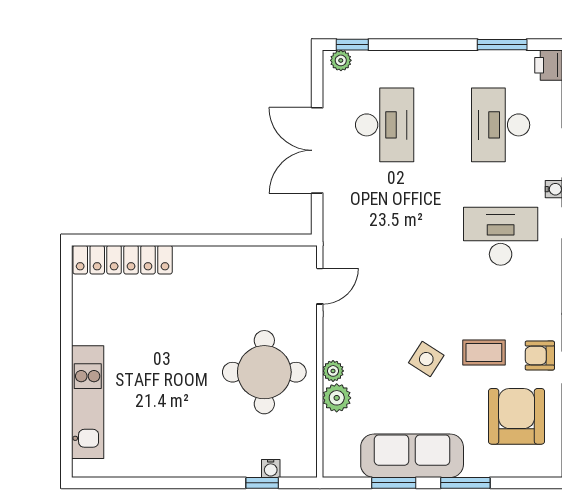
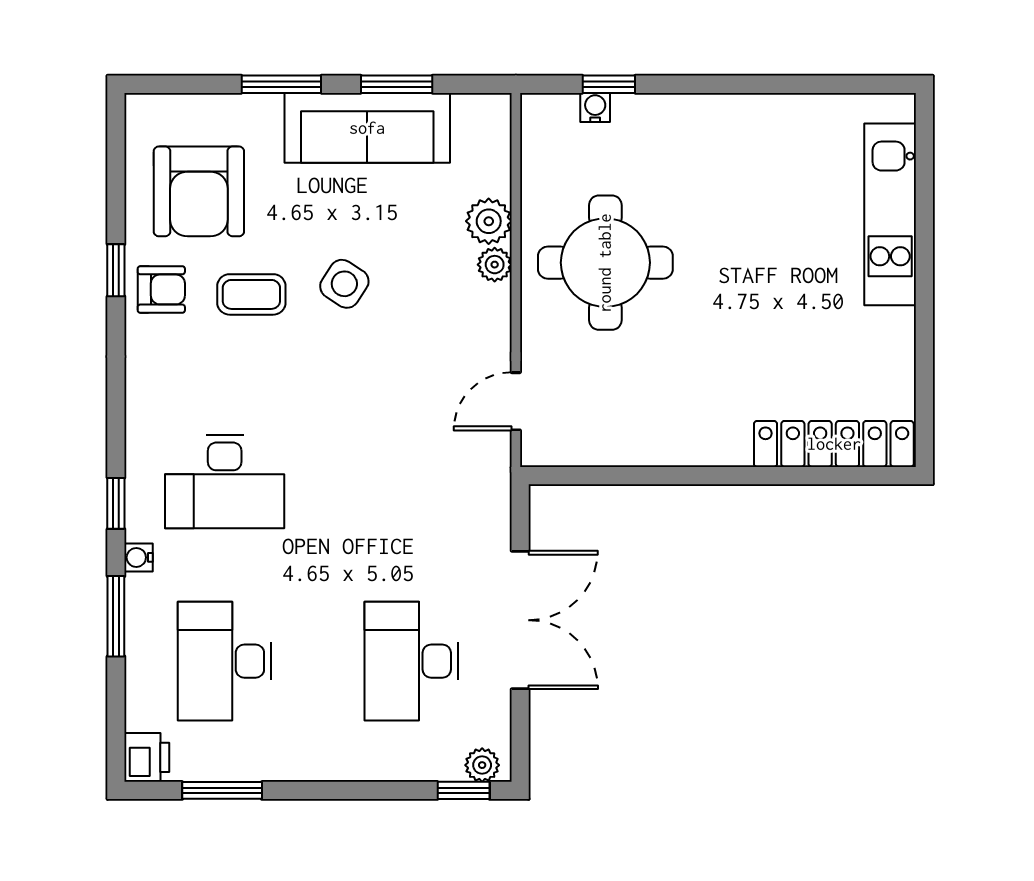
desk: (501, 125) -> (225, 661), turned 180

